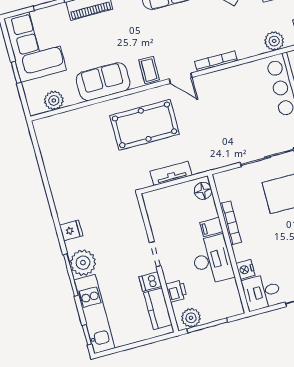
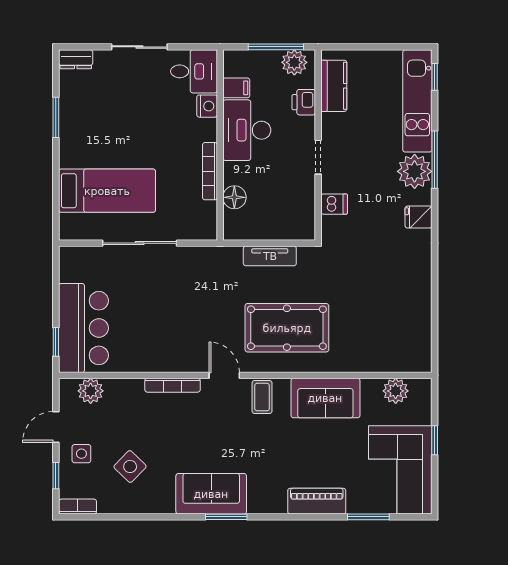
floor lamp: (203, 191) -> (234, 197), moved
filing cabinet: (211, 227) -> (236, 88), moved
dishwasher: (150, 281) -> (334, 204), moved

